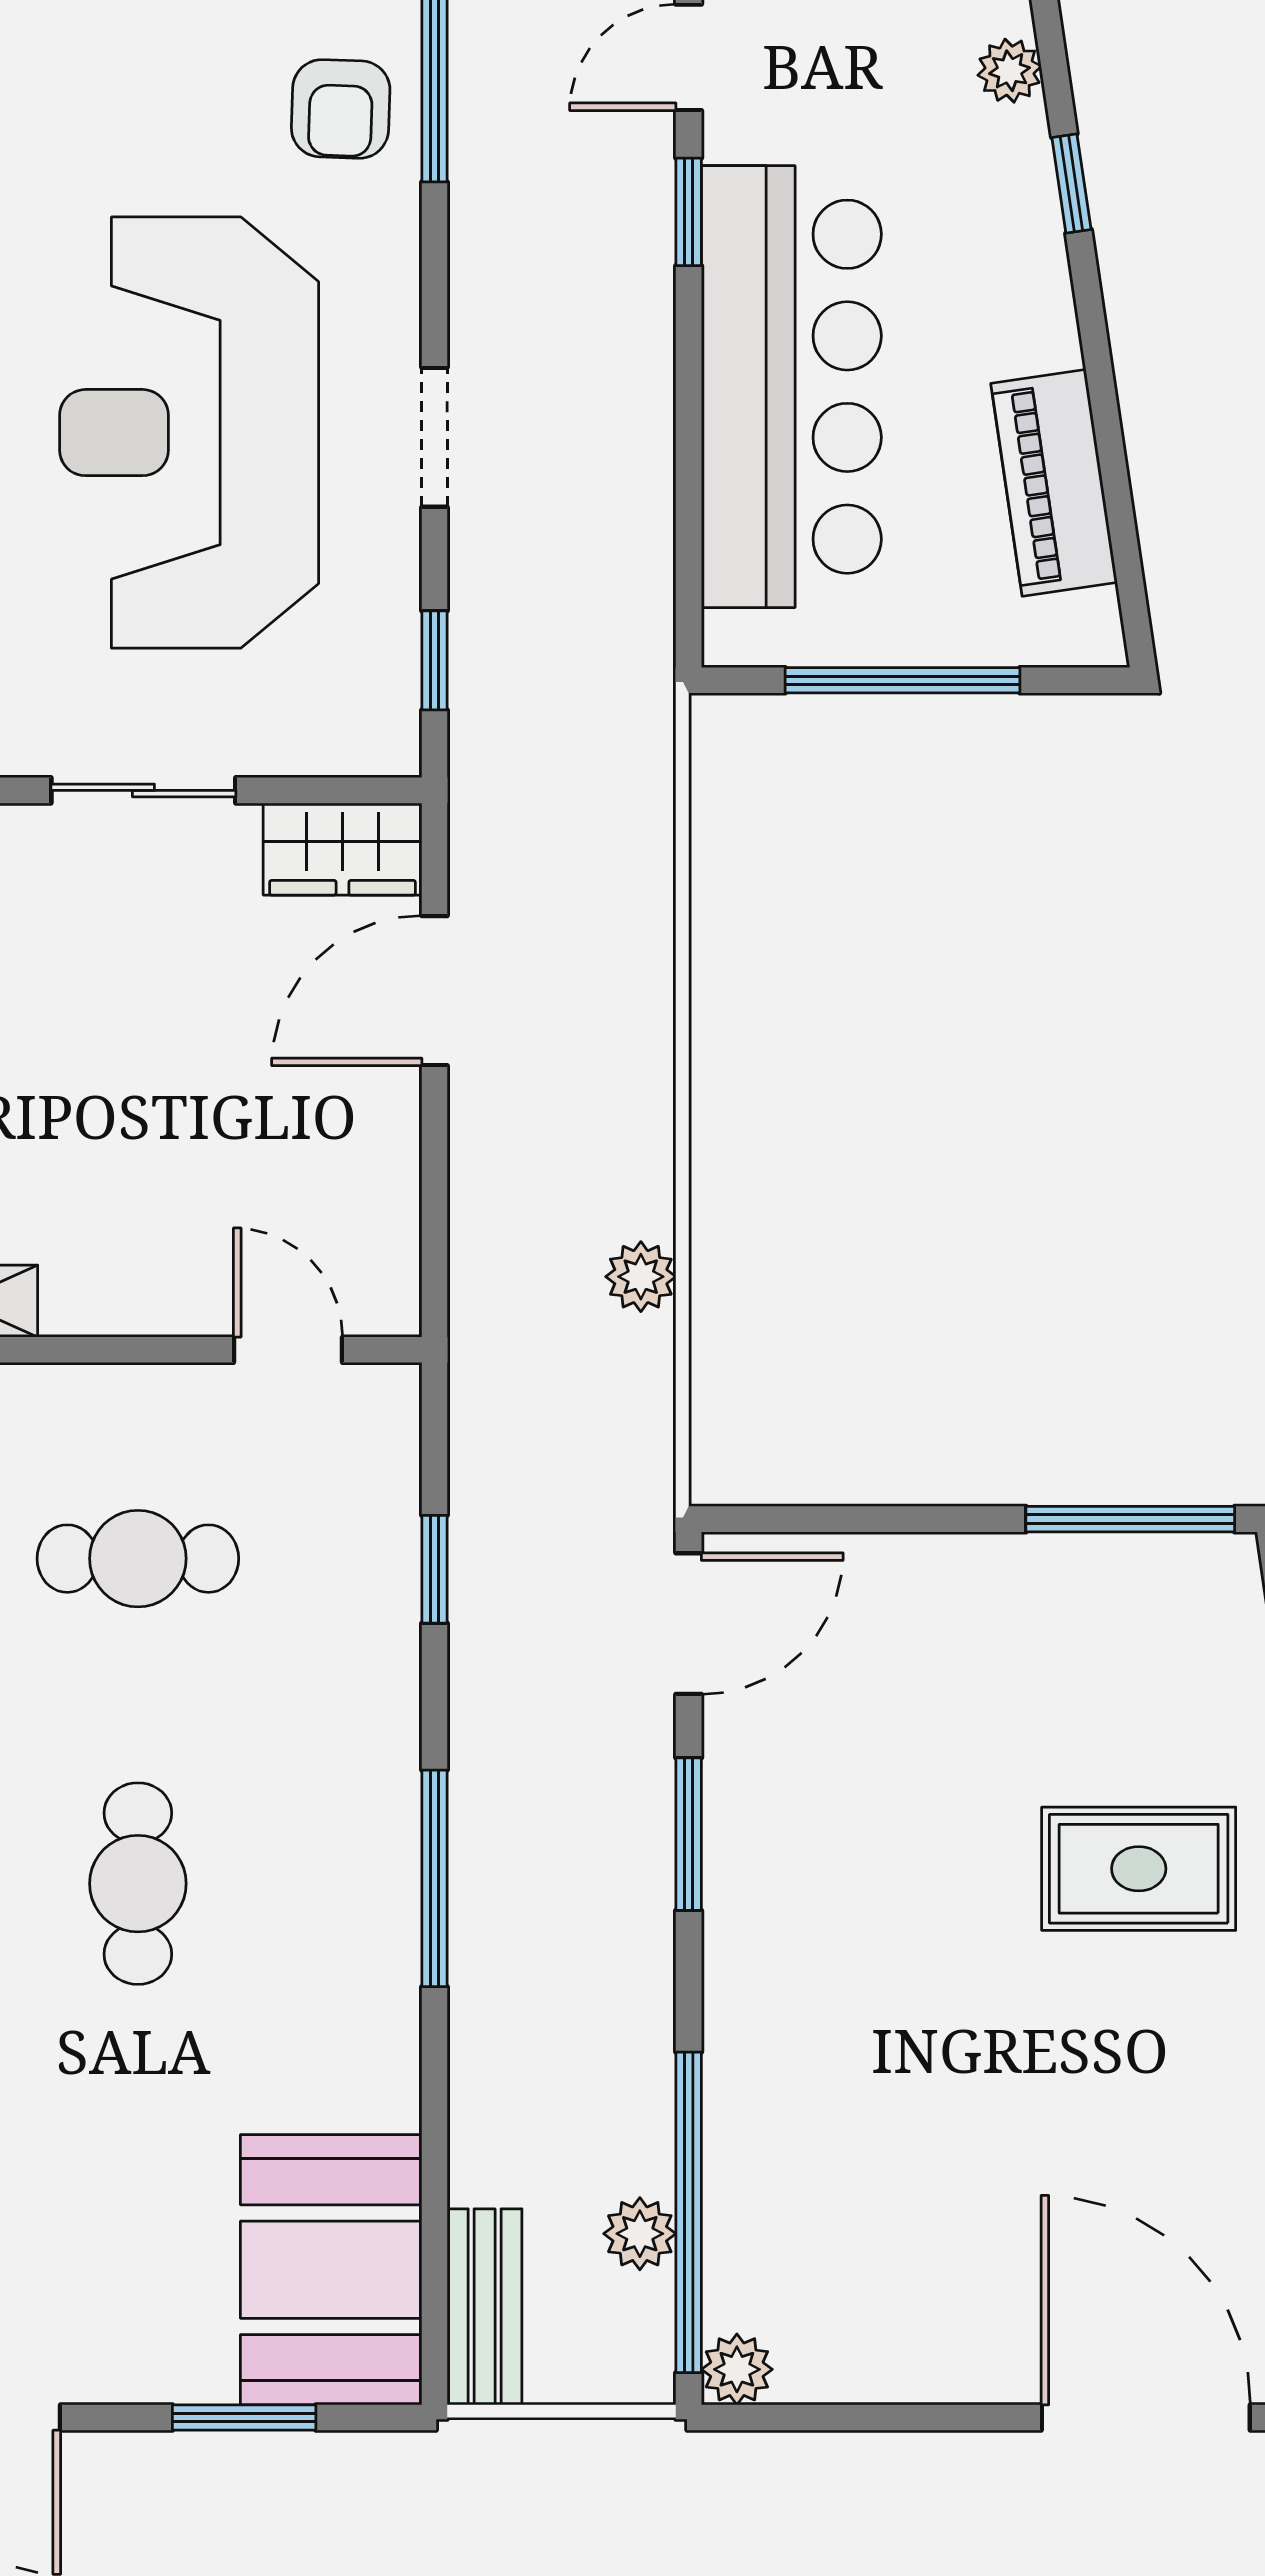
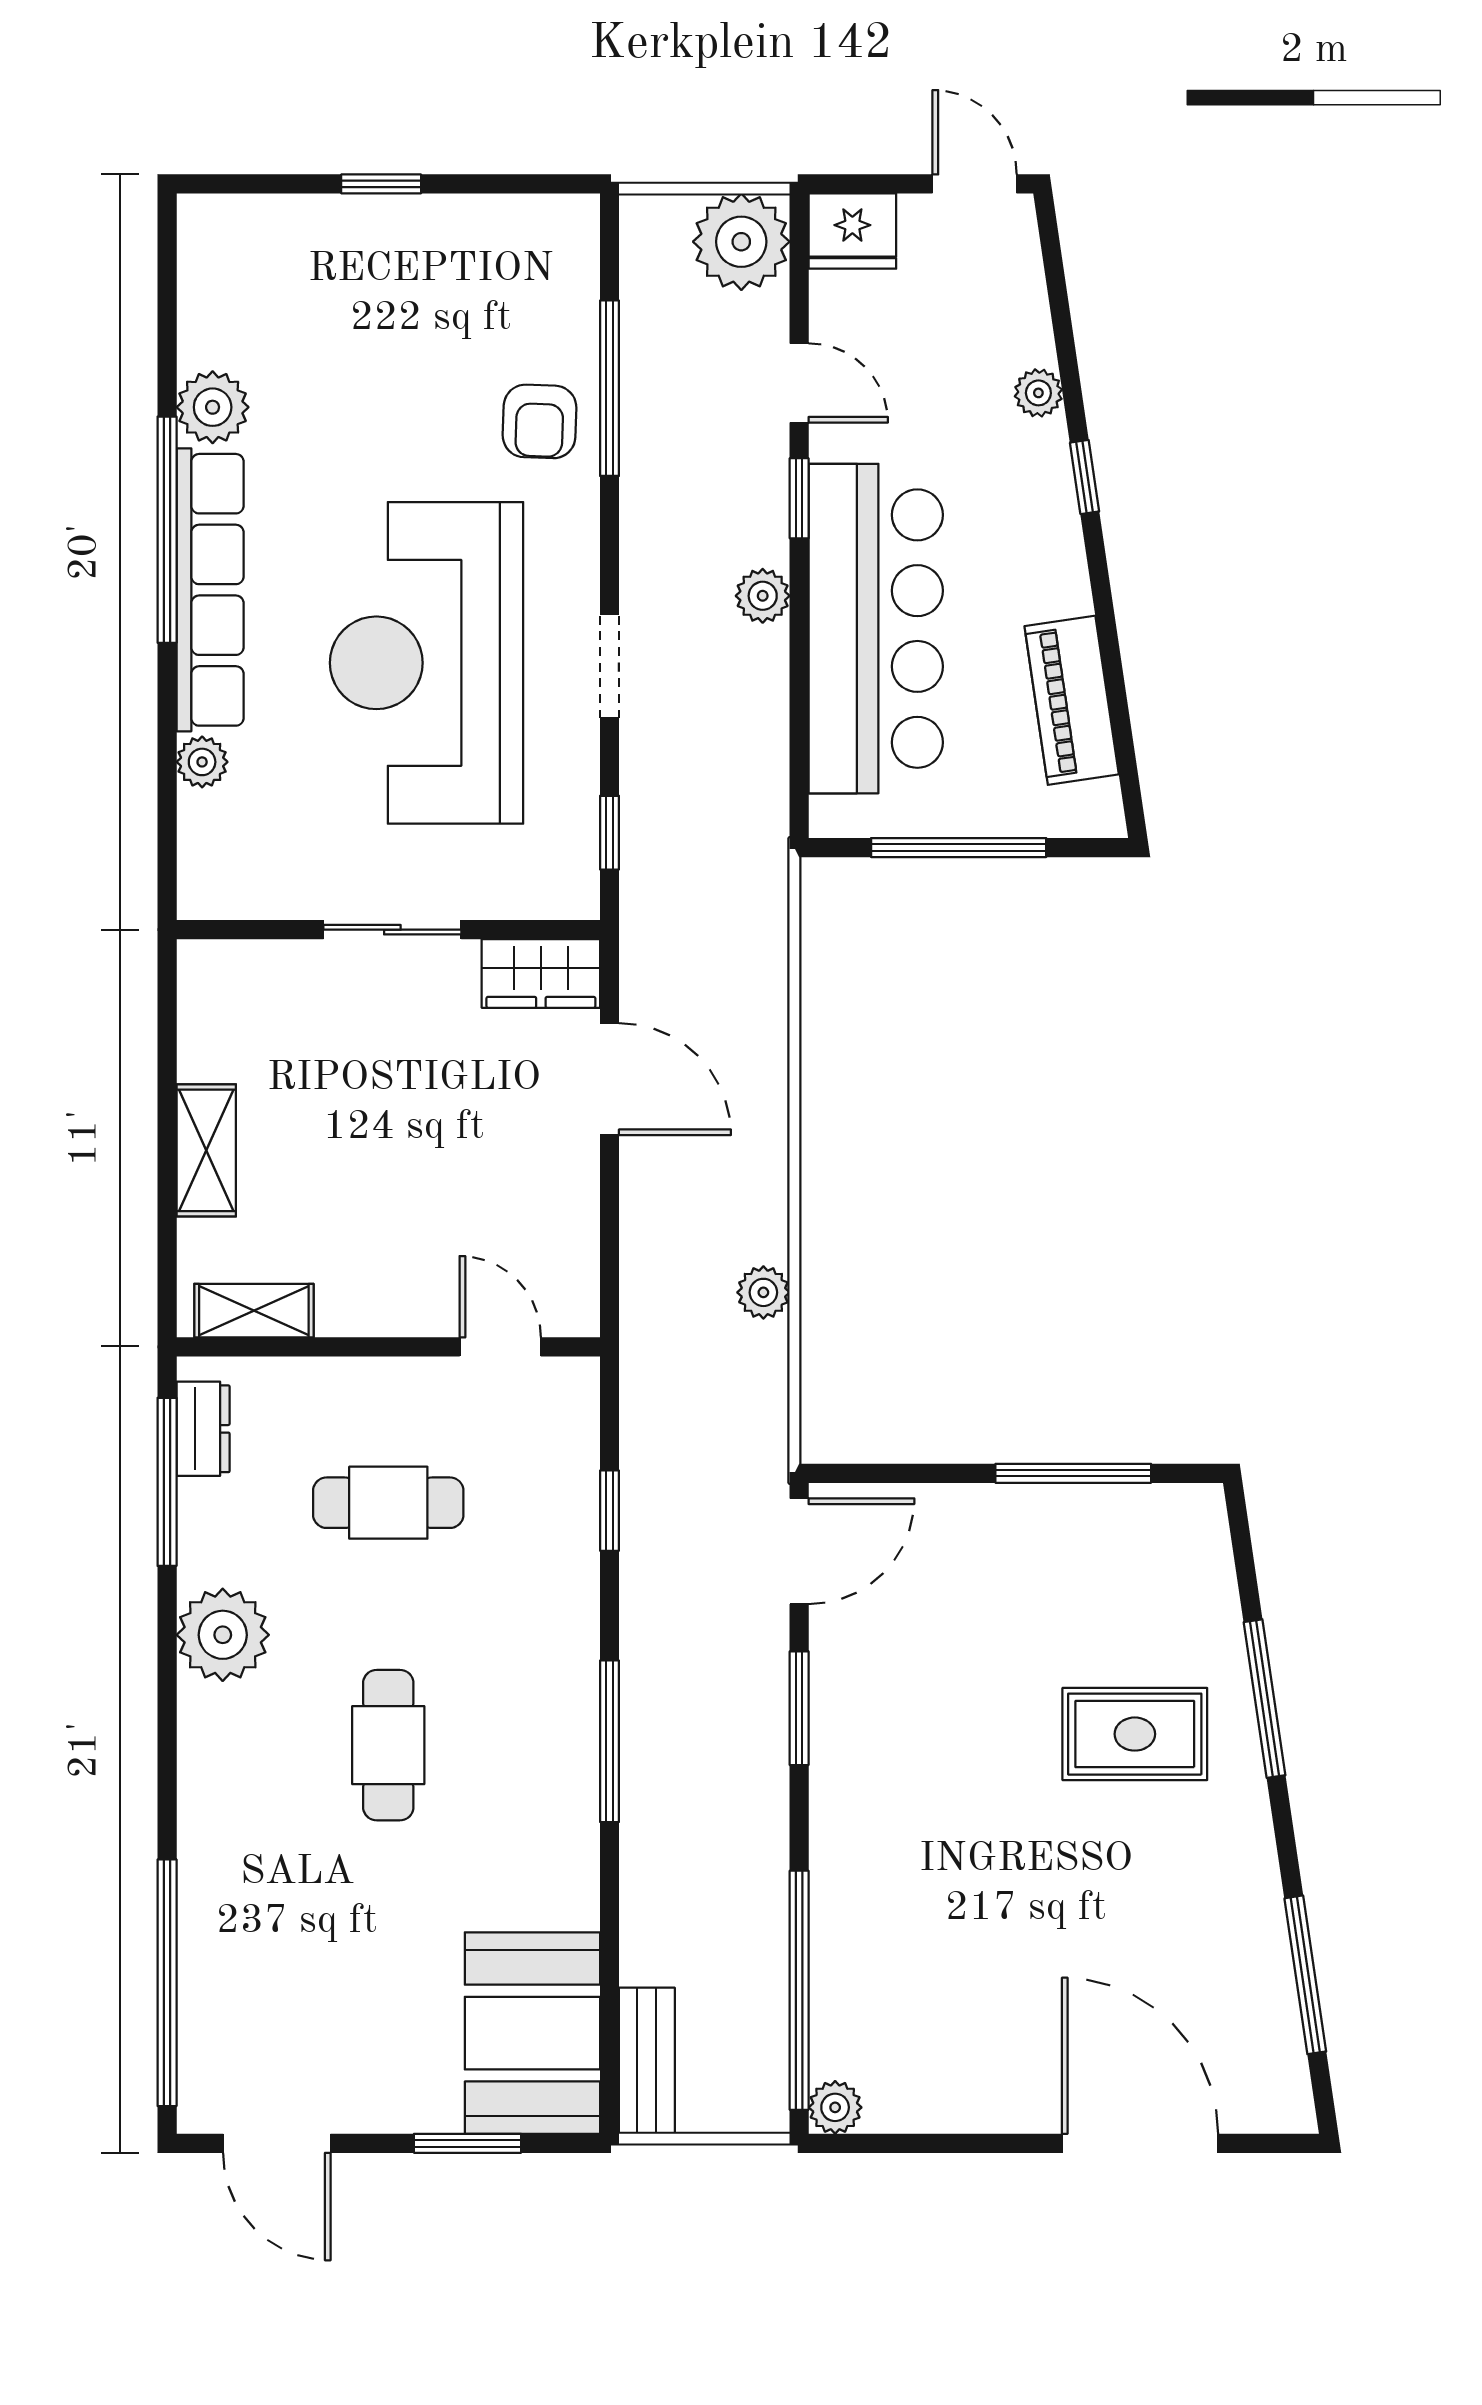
door: (689, 57) -> (799, 383), swing flipped
door: (434, 991) -> (610, 1079), swing flipped
window: (1130, 1519) -> (1073, 1473), moved
plant: (640, 2234) -> (763, 596), moved

